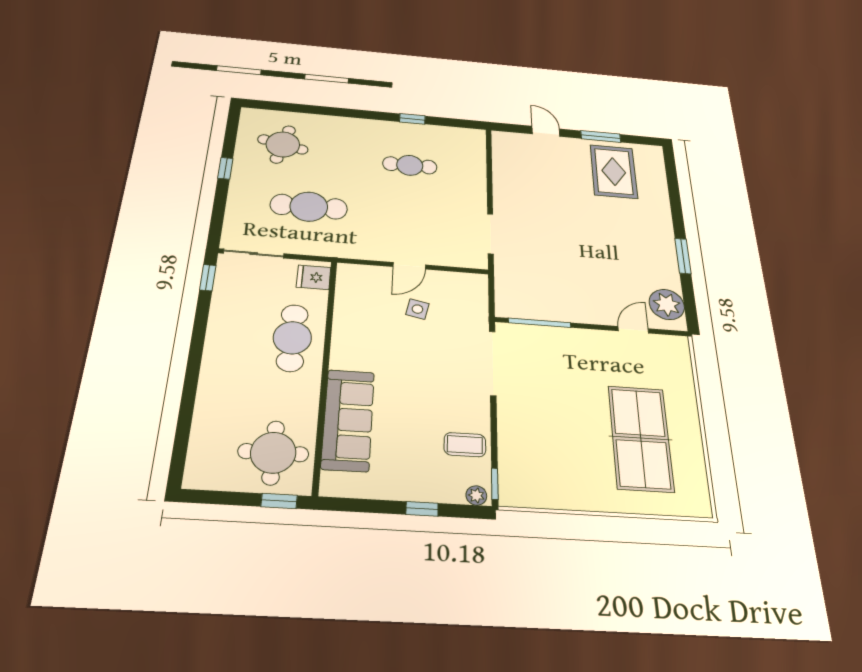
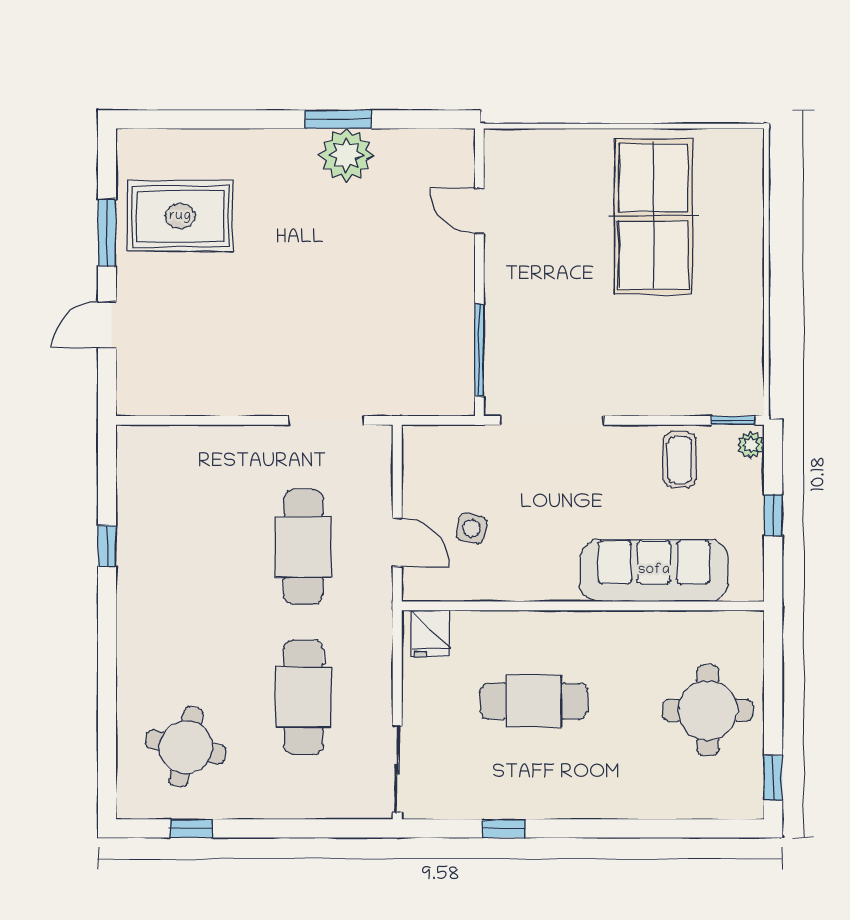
cafe table: (410, 165) -> (304, 547), moved, width x1.37, depth x1.35
window: (225, 168) -> (191, 828), moved
fridge: (314, 277) -> (431, 633), moved
window: (208, 278) -> (504, 828), moved
plant: (667, 304) -> (346, 155), moved
wall: (325, 371) -> (583, 606), moved
sofa: (348, 420) -> (654, 570), moved
table tennis table: (641, 438) -> (654, 216), turned 90
window: (279, 501) -> (773, 778), moved

